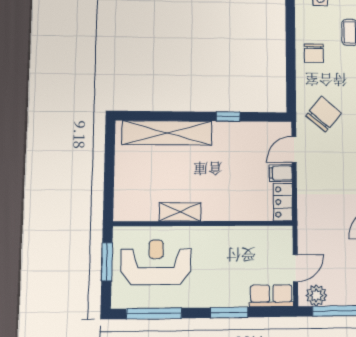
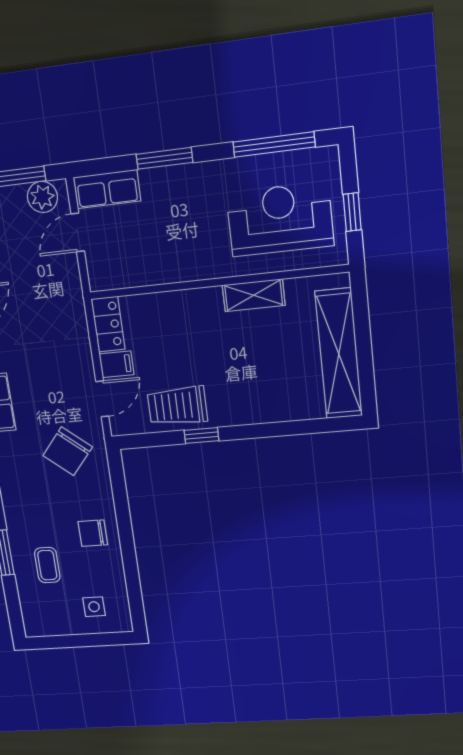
chair: (314, 53) -> (93, 533), turned -90
shelving: (167, 133) -> (339, 354), moved, turned 90
trolley: (242, 139) -> (177, 406), added
window: (107, 262) -> (352, 212), width x0.67
reception desk: (156, 262) -> (280, 219), turned 180

